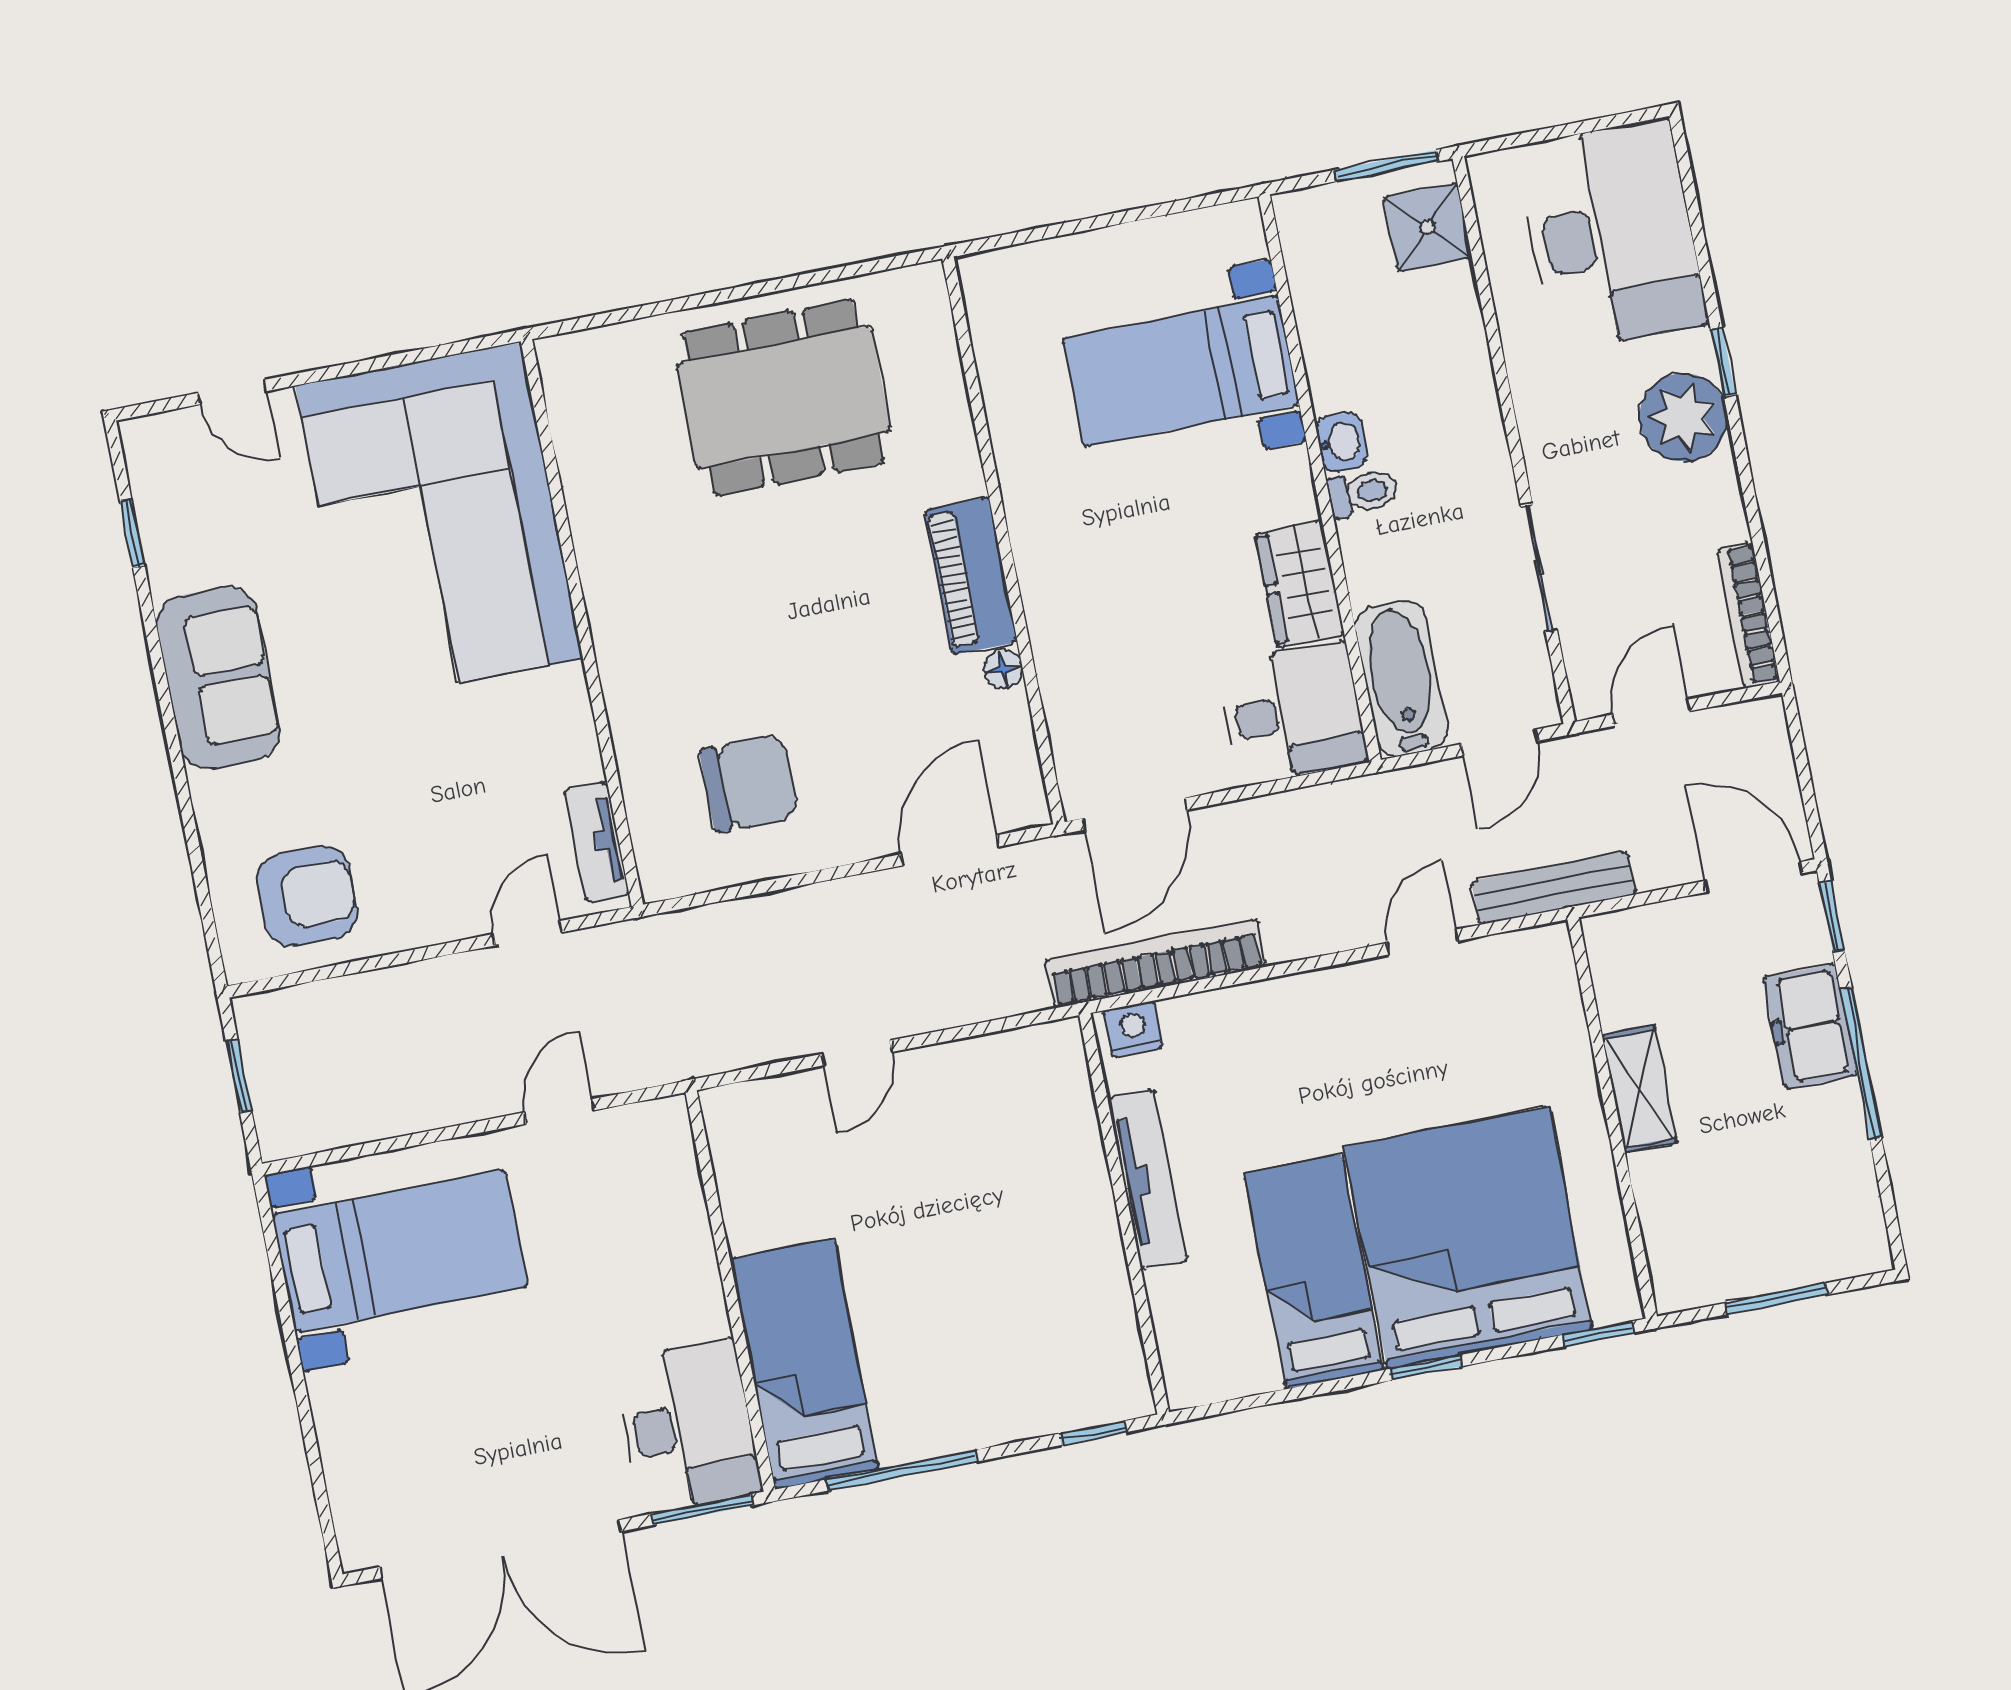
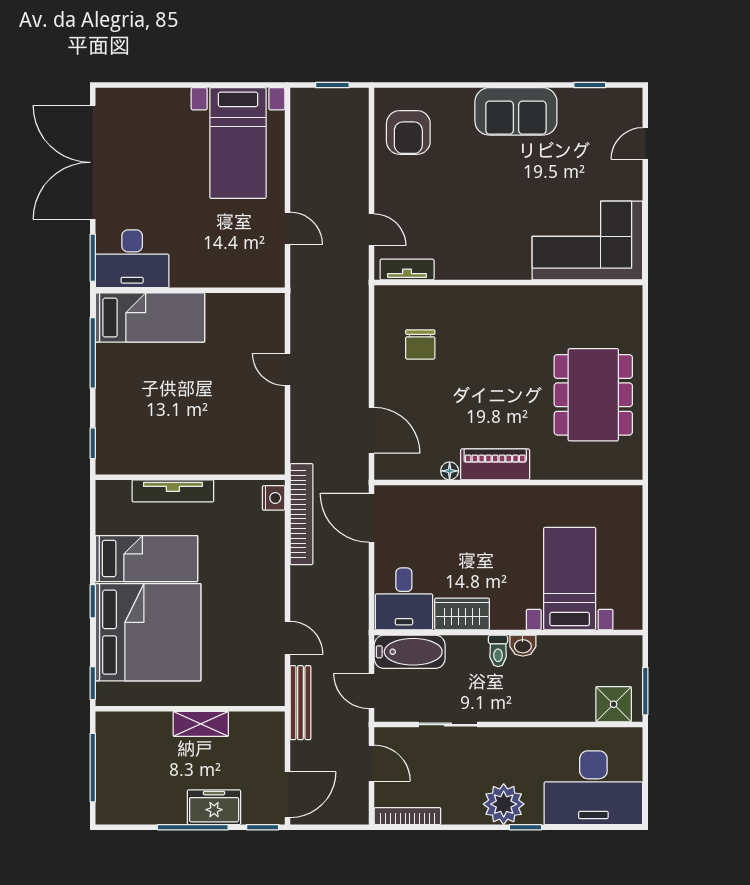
corner sofa: (439, 522) -> (587, 240), width x0.73, depth x0.74
chair: (749, 783) -> (420, 344), width x0.73, depth x0.73
tv unit: (1147, 1180) -> (173, 491), moved
window: (1776, 1299) -> (93, 768), width x1.44

